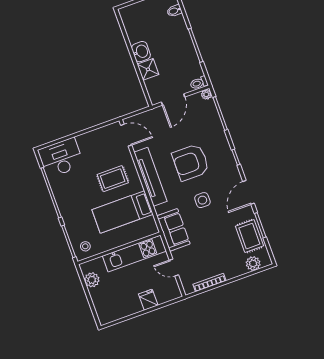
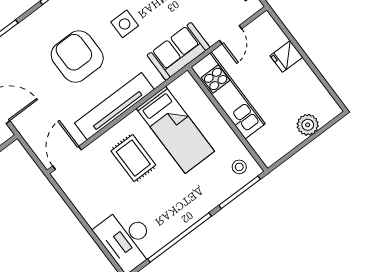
armchair: (191, 162) -> (77, 57), turned 180
plant: (92, 280) -> (308, 125), moved

